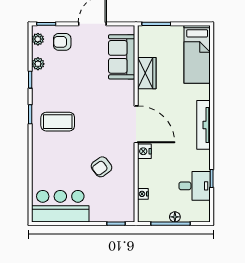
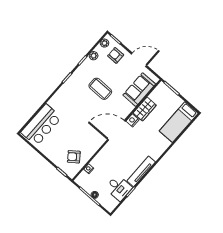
coffee table: (58, 122) -> (100, 89), moved
door: (136, 124) -> (116, 130), swing flipped
tv unit: (204, 125) -> (141, 171), moved
nightstand: (144, 151) -> (133, 120), moved
armchair: (102, 167) -> (74, 157), moved
bar counter: (60, 206) -> (41, 125), moved, turned 90

